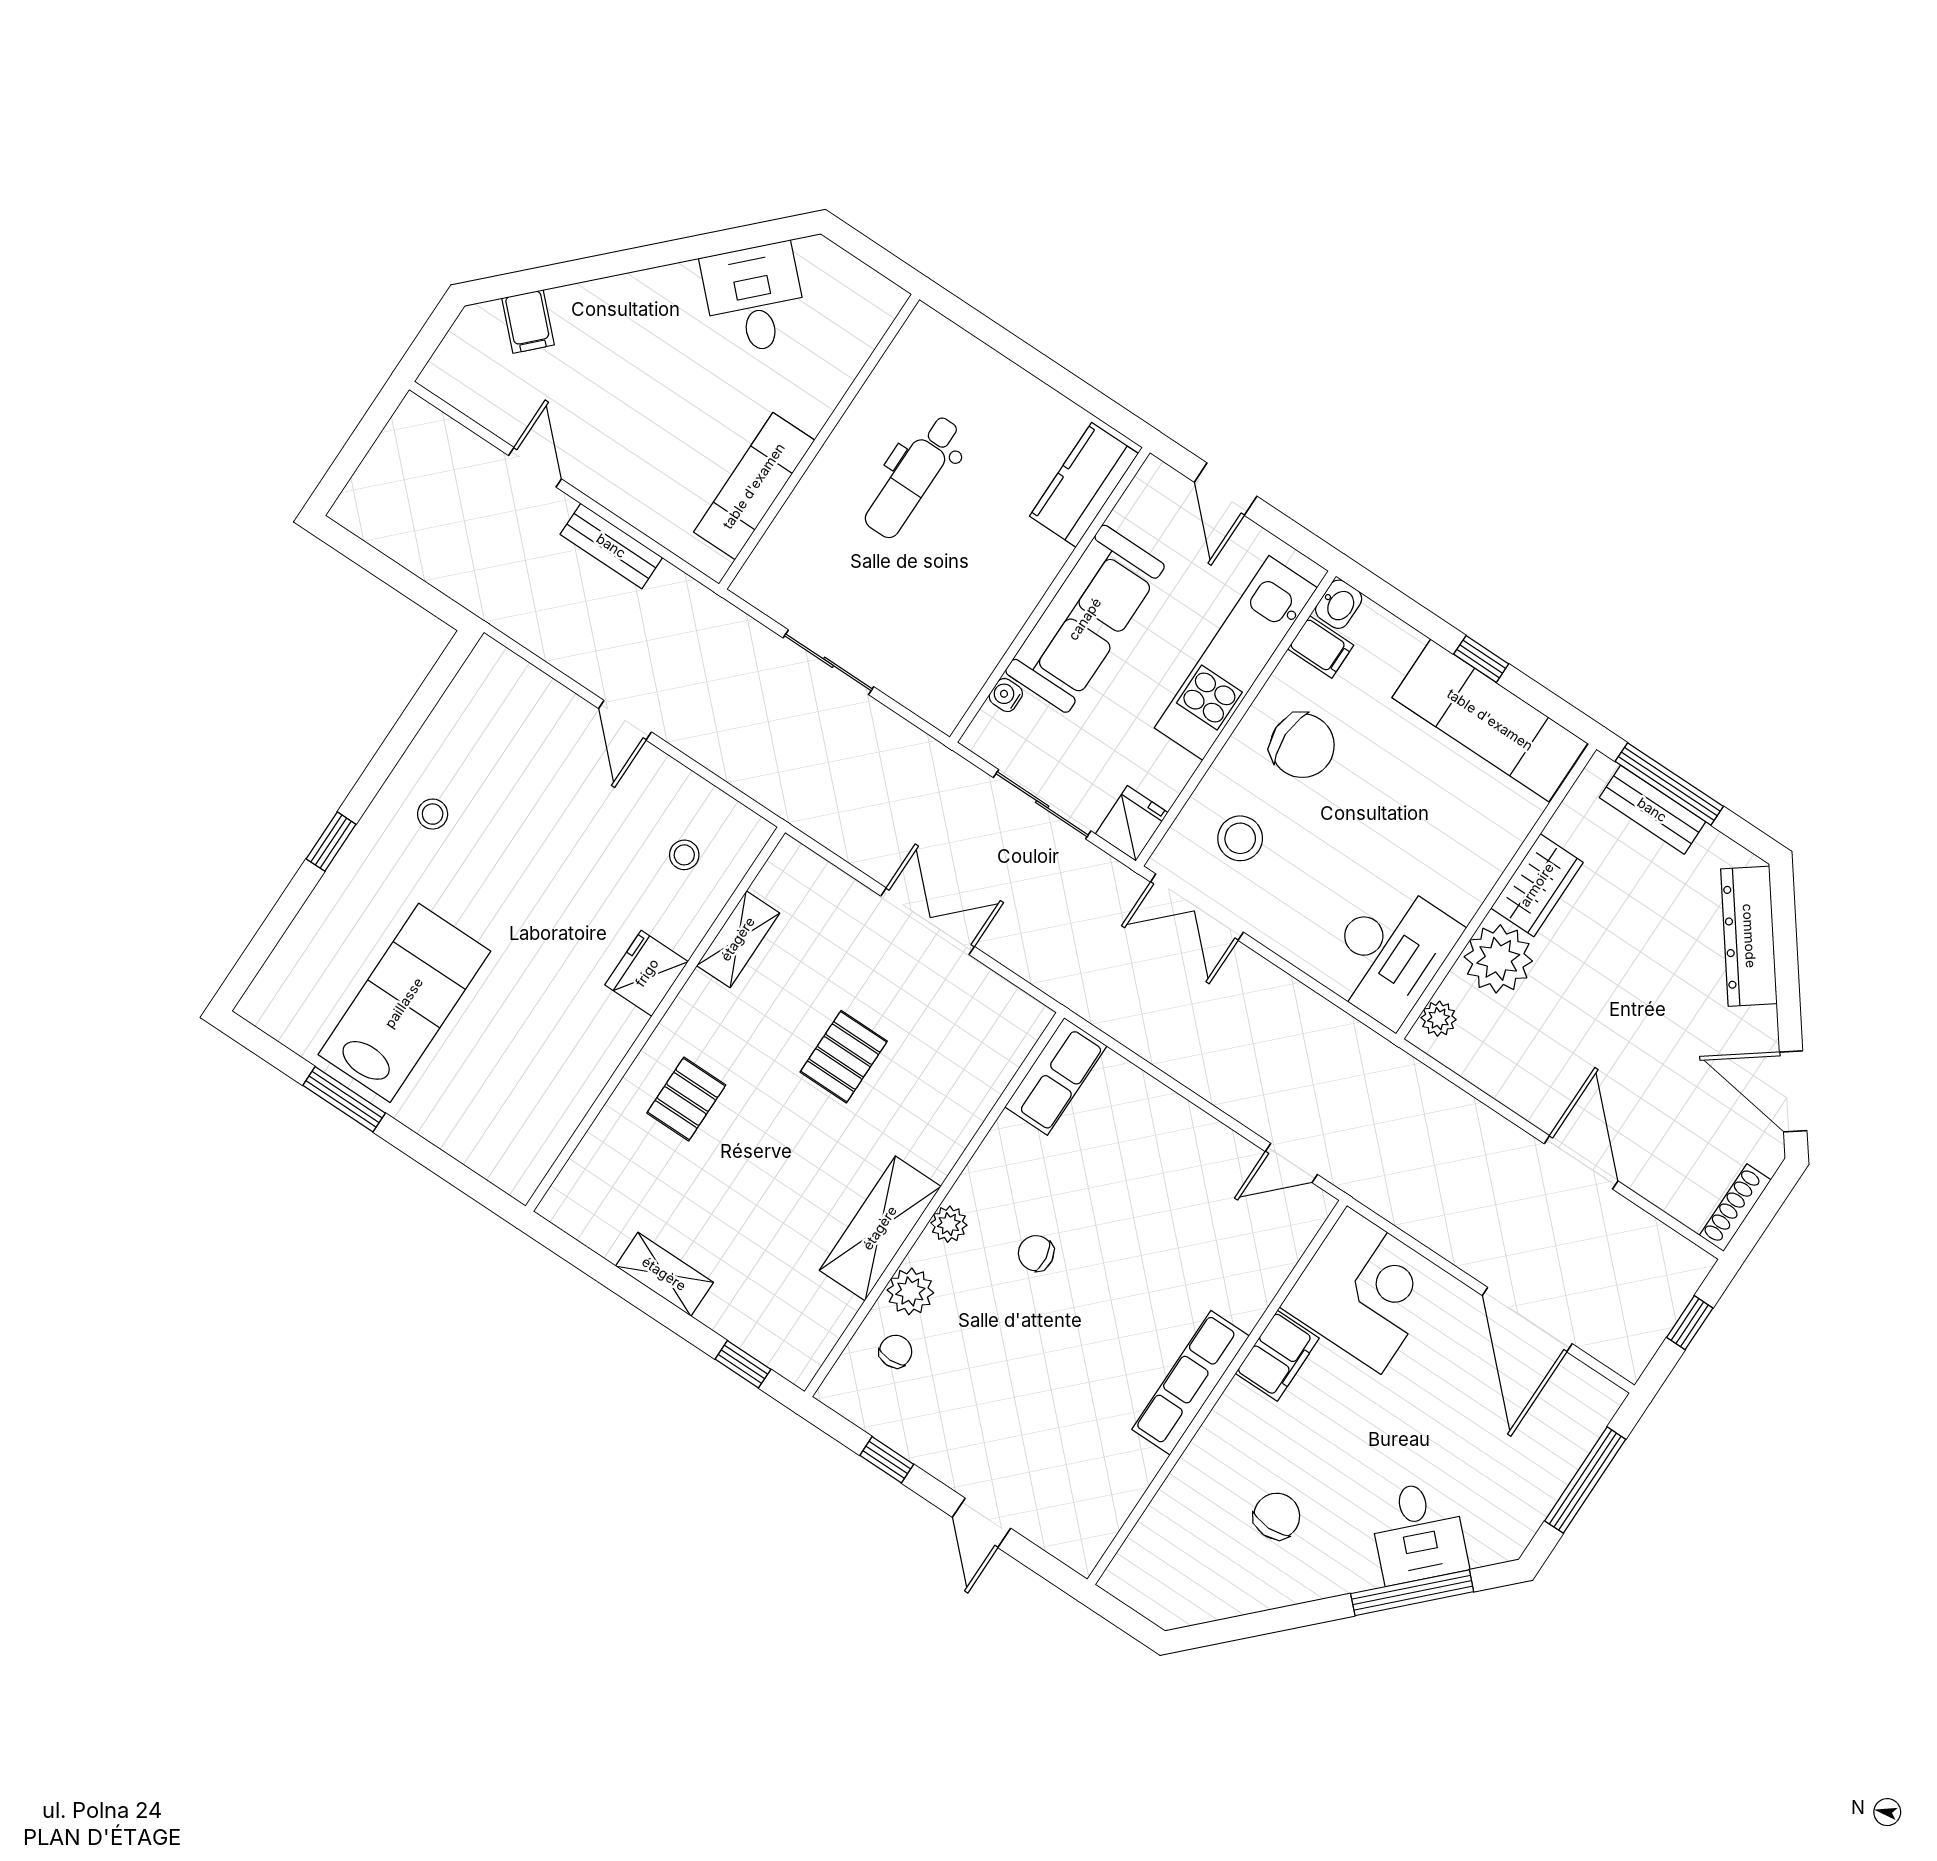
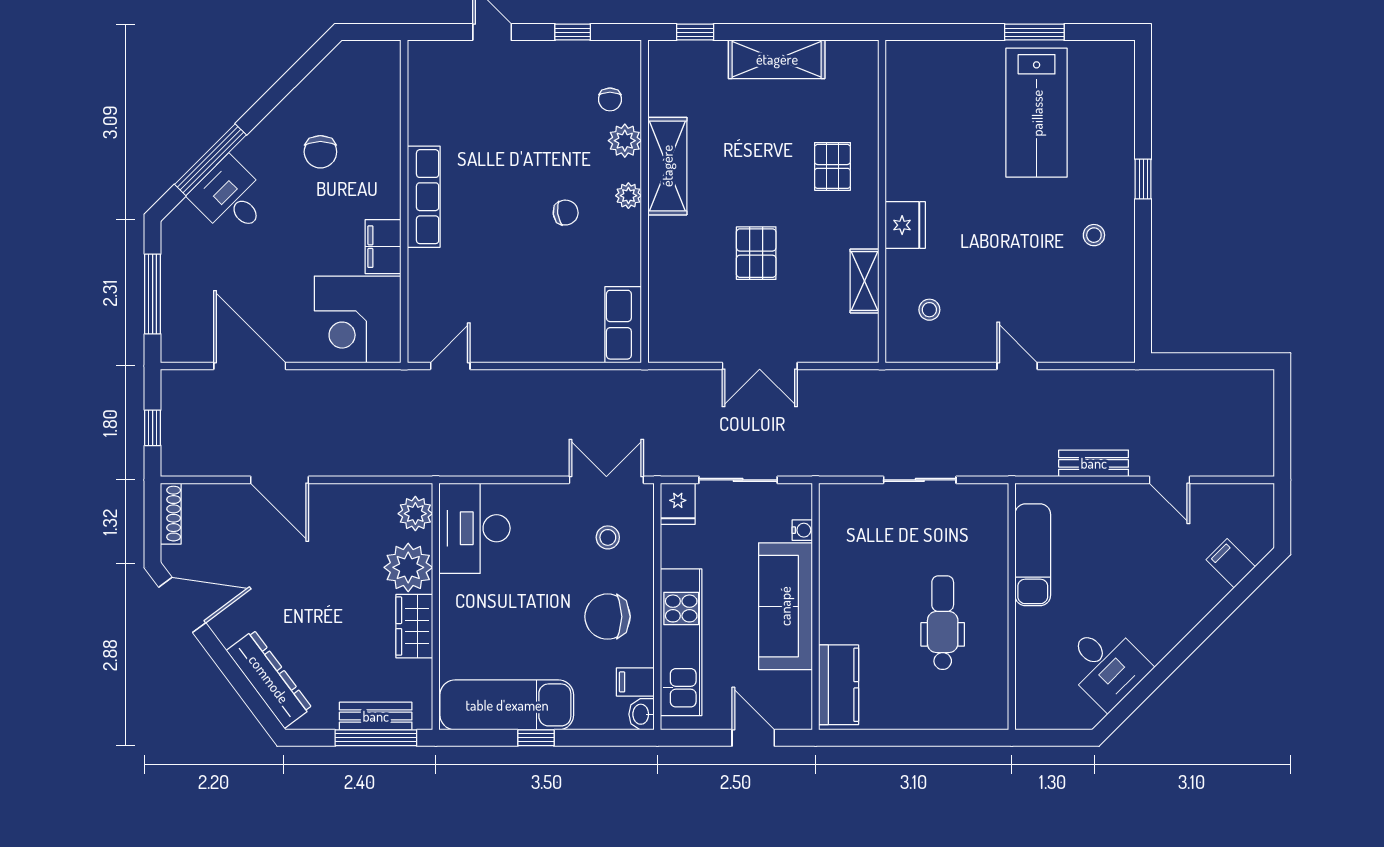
stool: (1240, 838) -> (608, 537), width x0.73, depth x0.73
plant: (1439, 1019) -> (415, 514), width x1.38, depth x1.38
shelving: (664, 1274) -> (777, 59), width x1.50, depth x1.33

